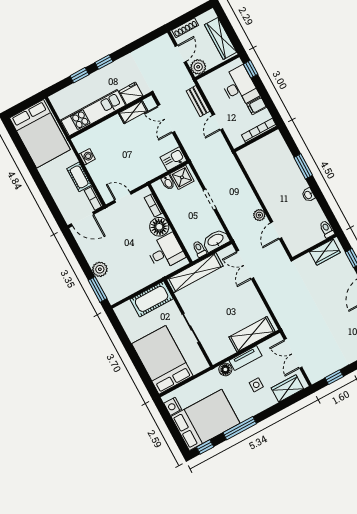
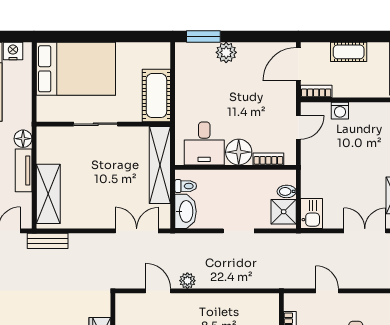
bench: (198, 101) -> (48, 241), moved
washing machine: (87, 157) -> (340, 111), moved
cot: (79, 177) -> (349, 52), moved

